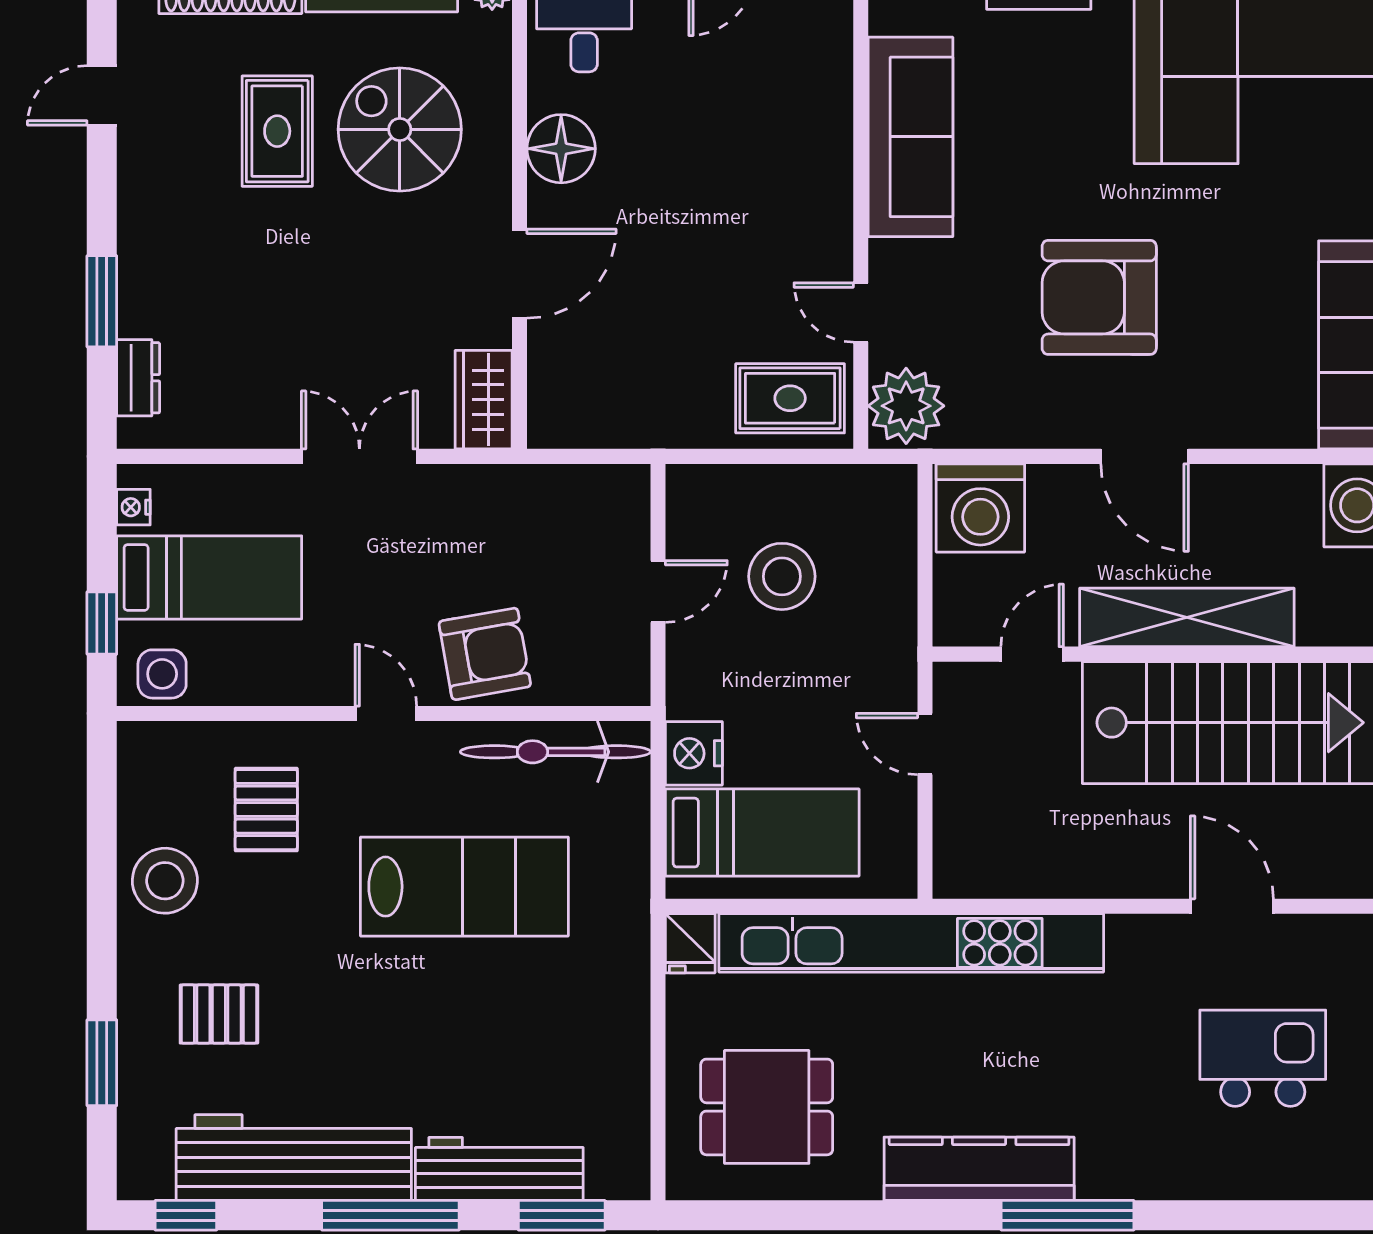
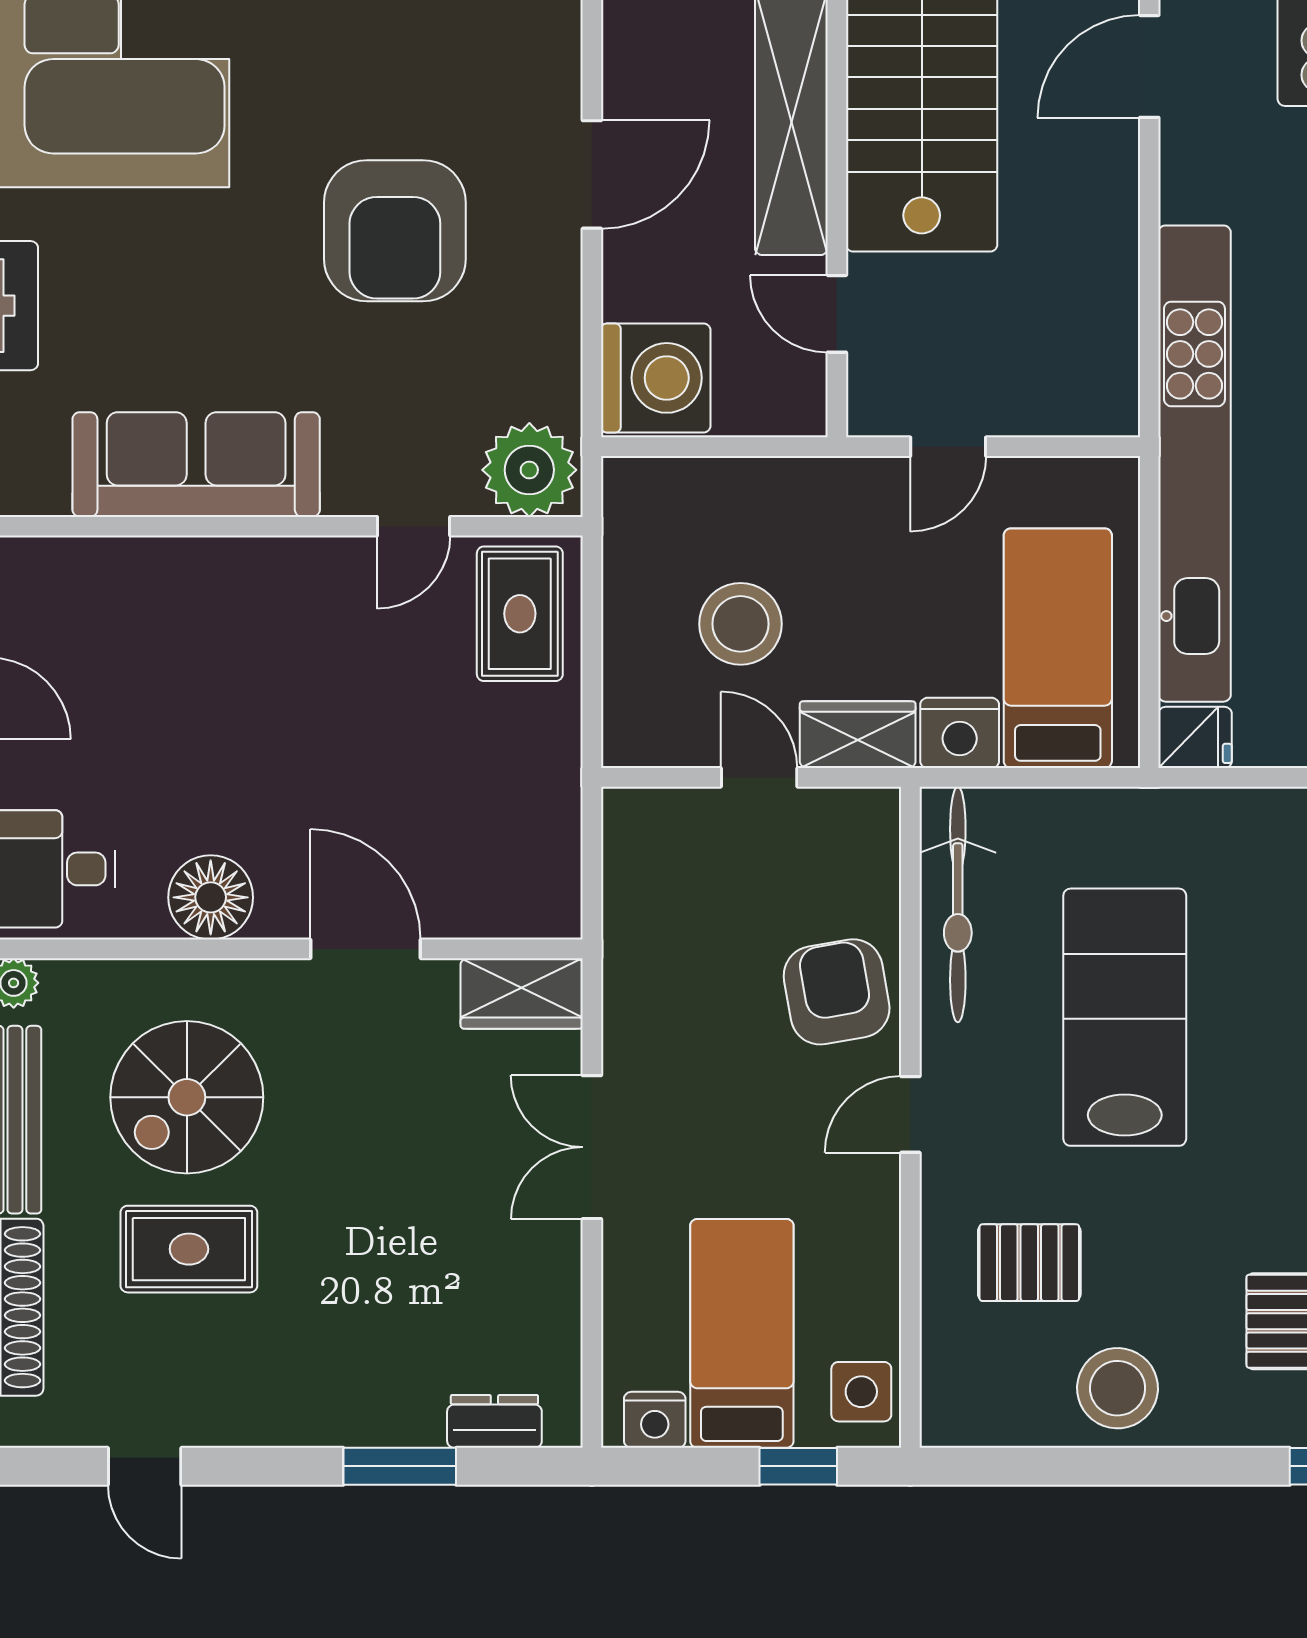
nightstand: (133, 507) -> (655, 1420), width x1.39, depth x1.35
wardrobe: (692, 671) -> (858, 735), added

